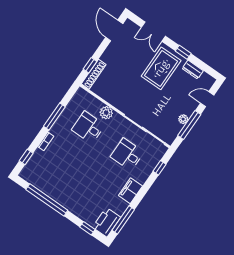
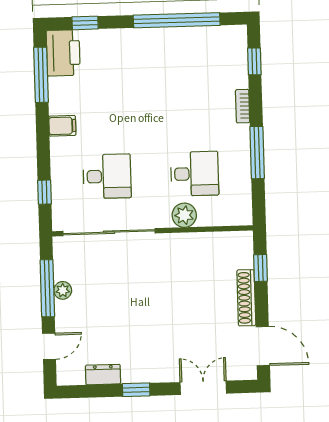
rug: (161, 68) -> (151, 341), removed
shoe rack: (94, 74) -> (246, 298), moved
filing cabinet: (130, 191) -> (62, 126), width x0.50

